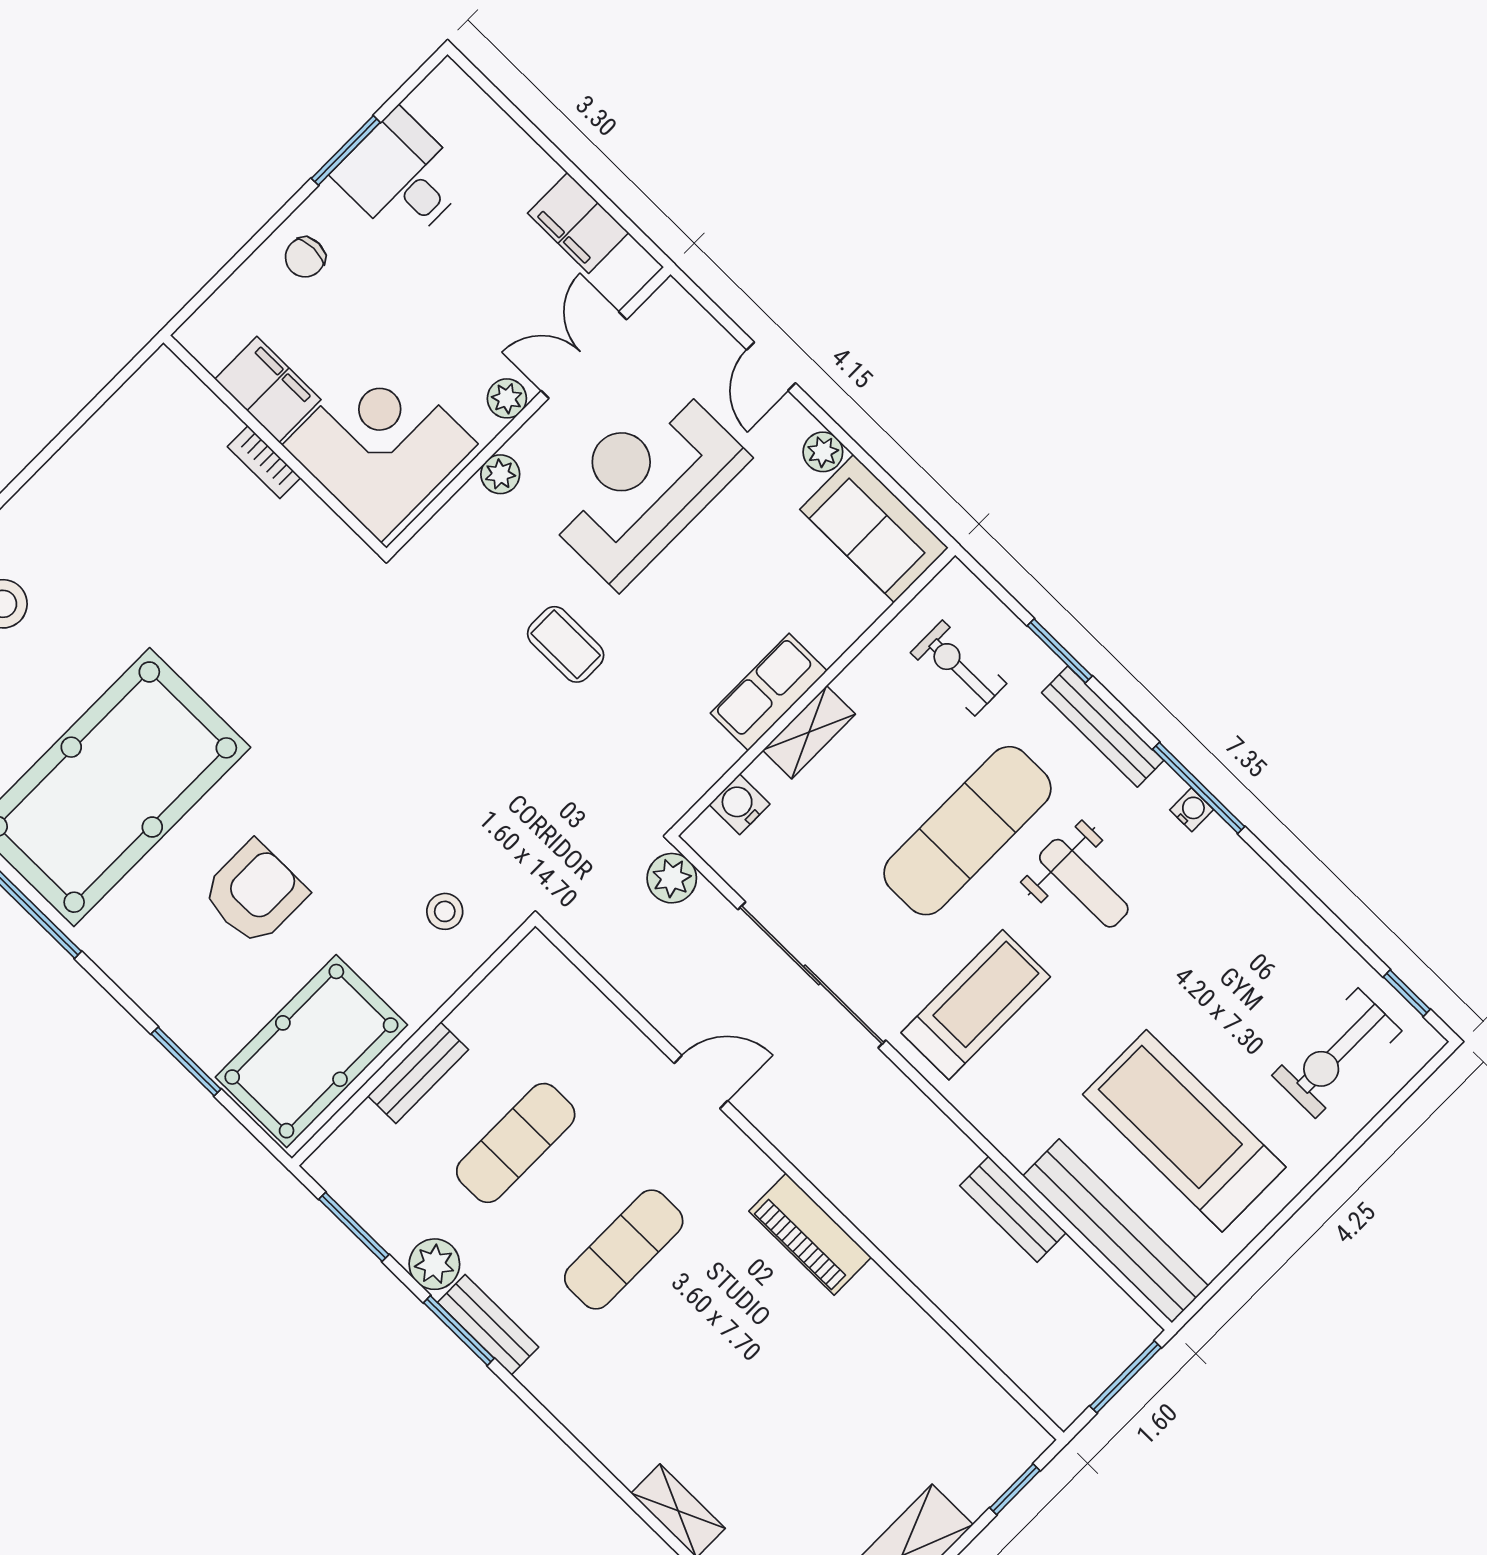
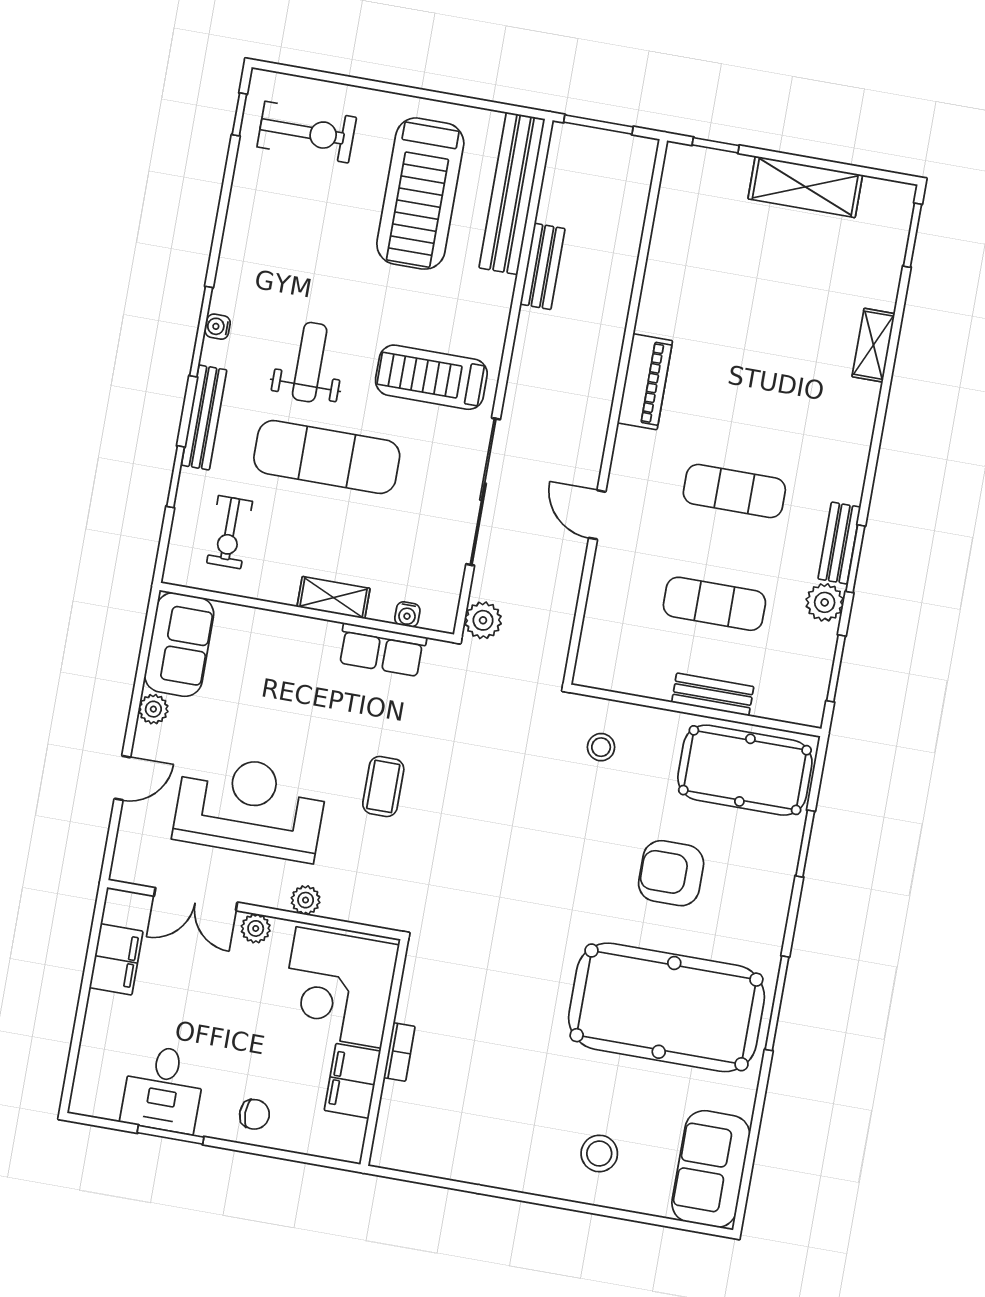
reception desk: (643, 484) -> (250, 807), turned 180
row of seats: (769, 692) -> (382, 650), moved
water cooler: (740, 804) -> (407, 614), width x0.72, depth x0.72

